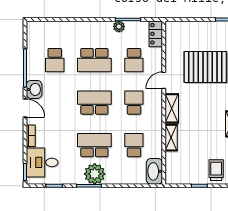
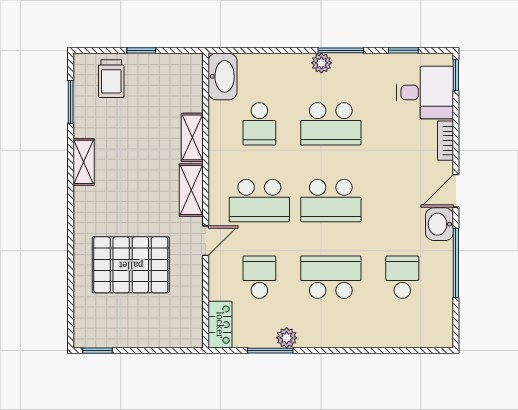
school desk: (134, 103) -> (259, 200), width x1.85
door: (25, 108) -> (456, 191), hinge flipped
plant: (95, 174) -> (321, 63), width x0.53, depth x0.53

